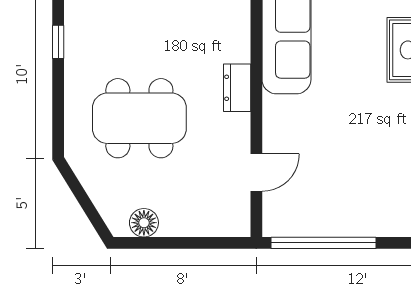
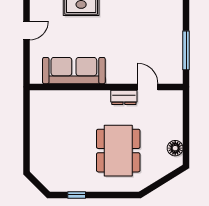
dresser: (237, 88) -> (124, 97), moved
window: (323, 243) -> (186, 50), width x0.68

